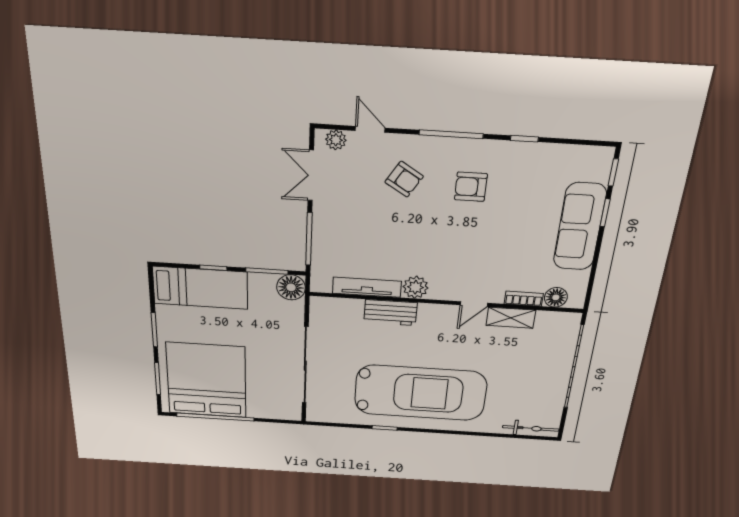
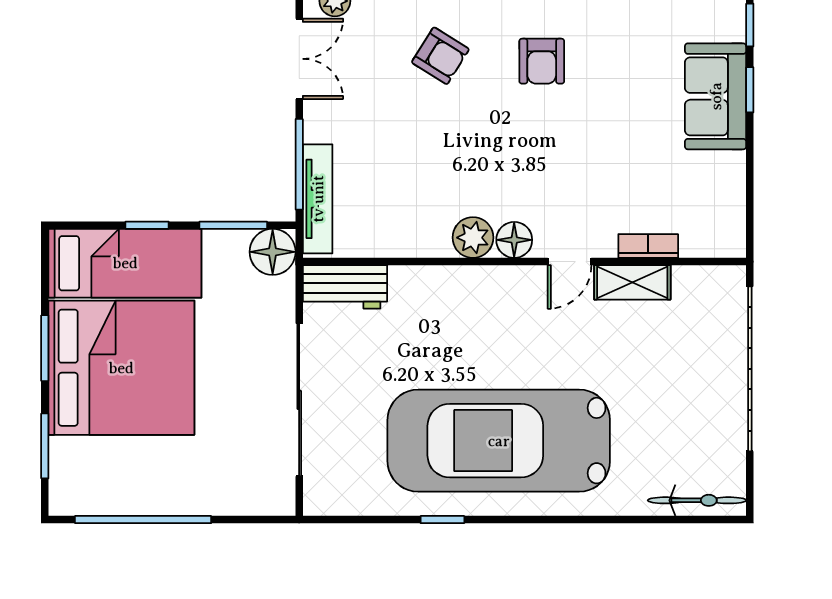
double door: (311, 175) -> (299, 59), swing flipped
armchair: (471, 187) -> (542, 61), turned -90
sofa: (580, 227) -> (716, 96), width x0.73
tv unit: (367, 287) -> (318, 199), moved, turned 90
floor lamp: (556, 297) -> (514, 240), moved
workbench: (390, 313) -> (345, 287), moved
bed: (207, 380) -> (121, 368), moved, turned 90
car: (420, 393) -> (499, 441), turned 180

